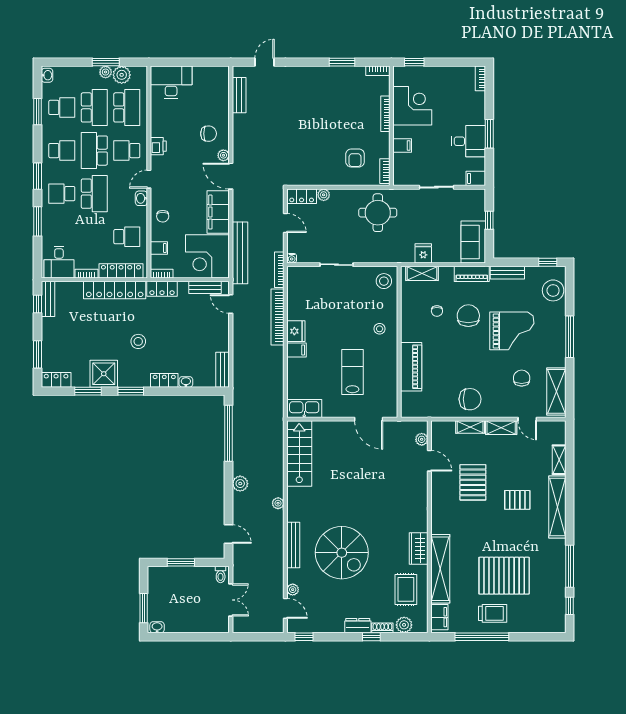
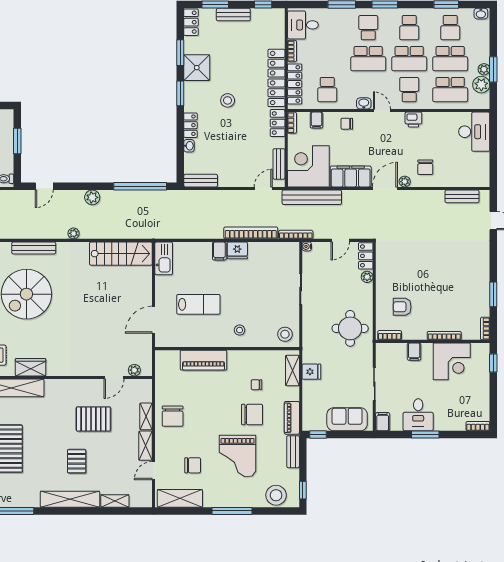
school desk: (94, 151) -> (409, 59), turned 180
window: (489, 220) -> (318, 434), moved
sofa: (473, 242) -> (347, 419), moved
bench: (48, 299) -> (233, 15), moved

